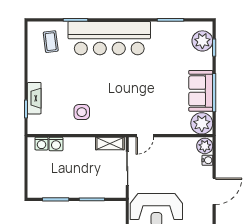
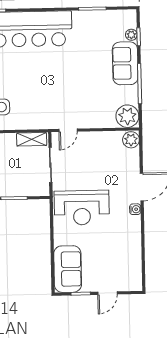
plant: (202, 41) -> (131, 35), width x0.53, depth x0.53
sofa: (201, 91) -> (125, 63), moved
water cooler: (207, 160) -> (135, 209), moved

